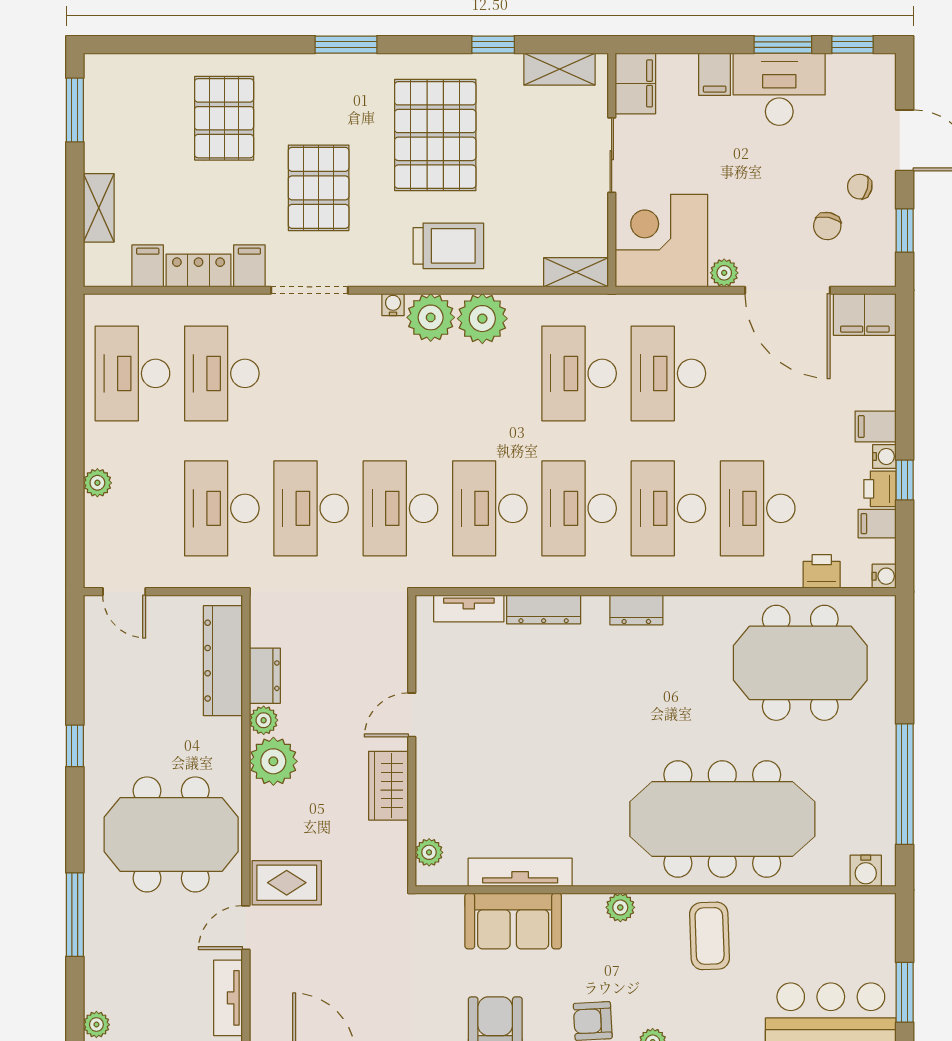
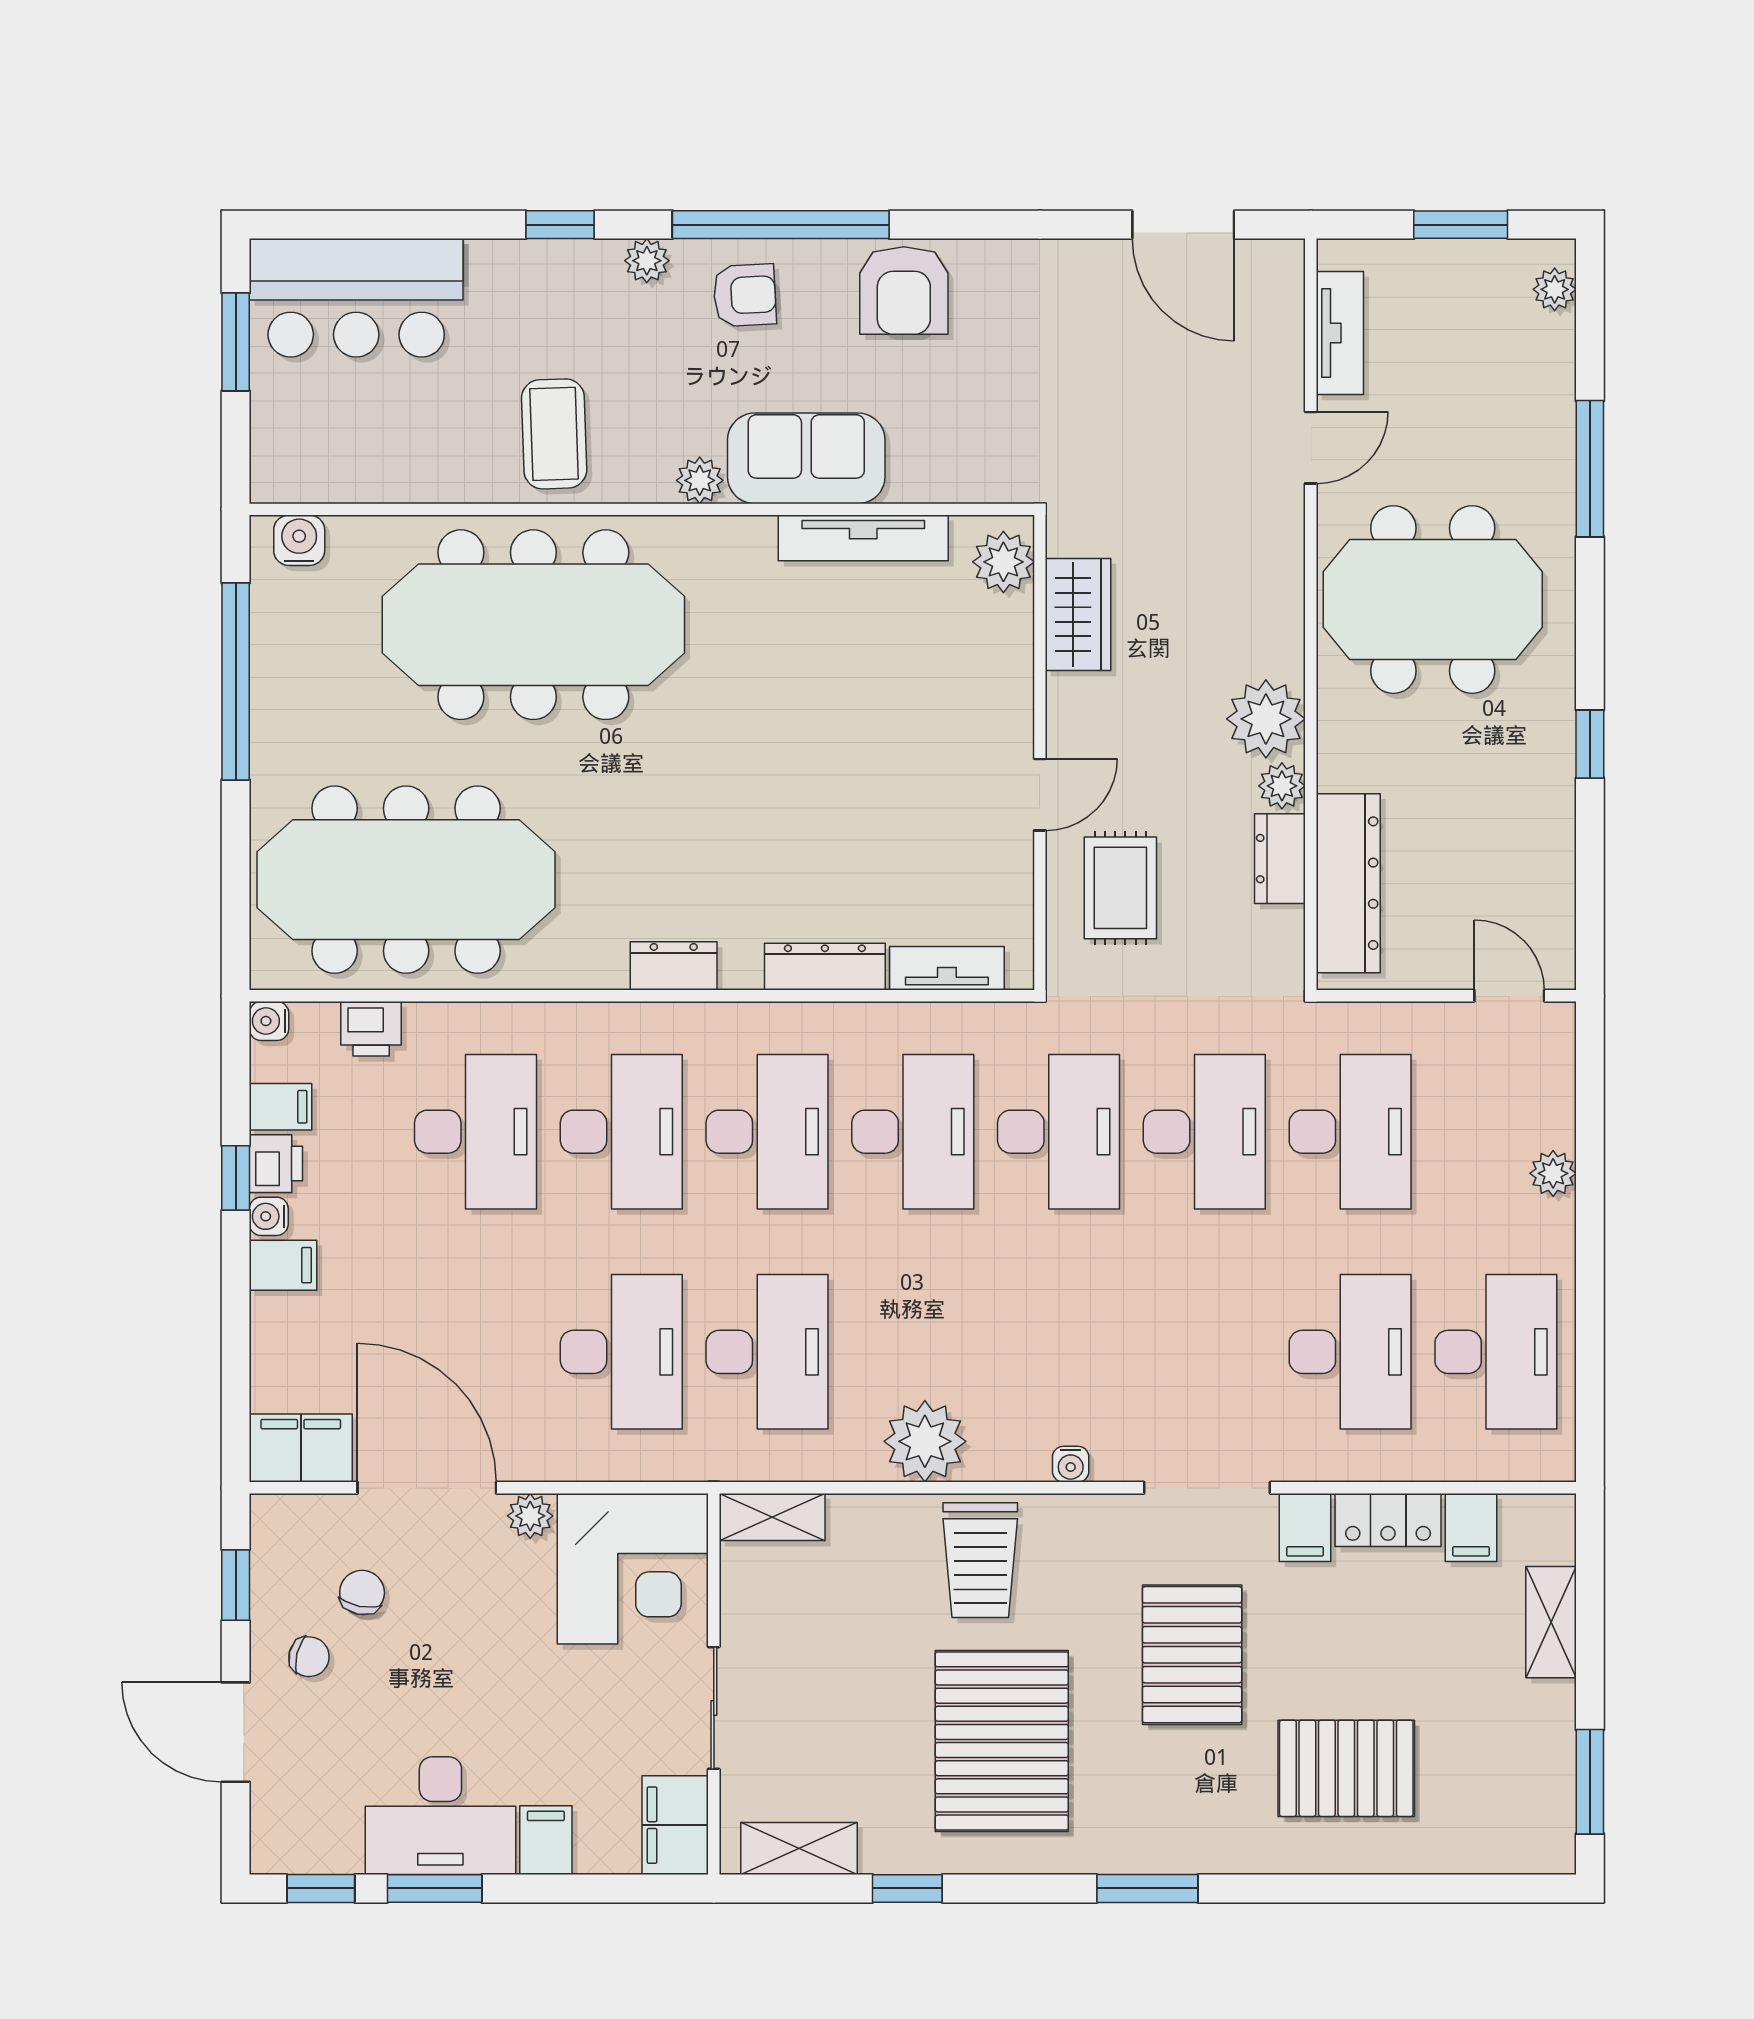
pallet: (224, 118) -> (1346, 1768), turned 90
trolley: (448, 246) -> (980, 1560), turned -90
plant: (431, 317) -> (1009, 1443), removed
meeting table: (800, 663) -> (406, 880), width x1.36
wardrobe: (389, 786) -> (1078, 614), moved
plant: (429, 852) -> (1003, 562), width x1.38, depth x1.38
rug: (287, 883) -> (1120, 888), moved, turned 90
sofa: (513, 921) -> (806, 458), moved

